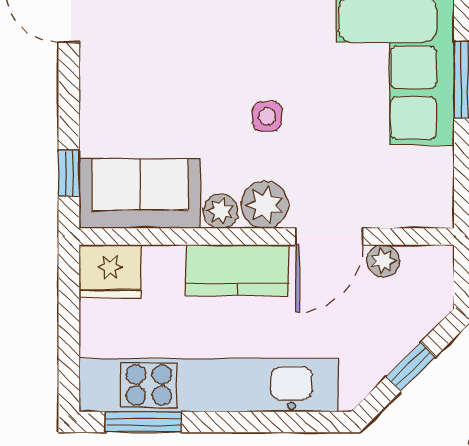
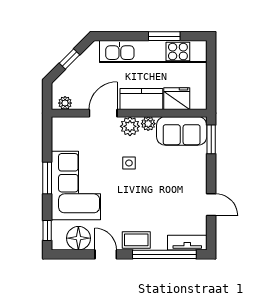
window: (69, 173) -> (211, 139), width x1.50
plant: (383, 261) -> (65, 103), moved
fridge: (110, 271) -> (177, 99), moved
window: (144, 422) -> (164, 36), moved

